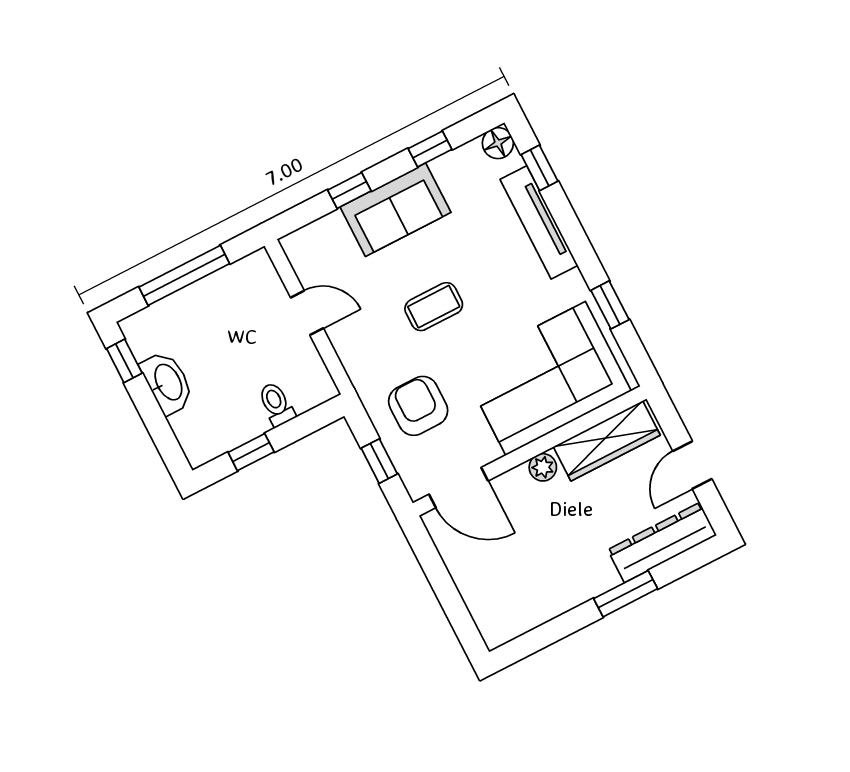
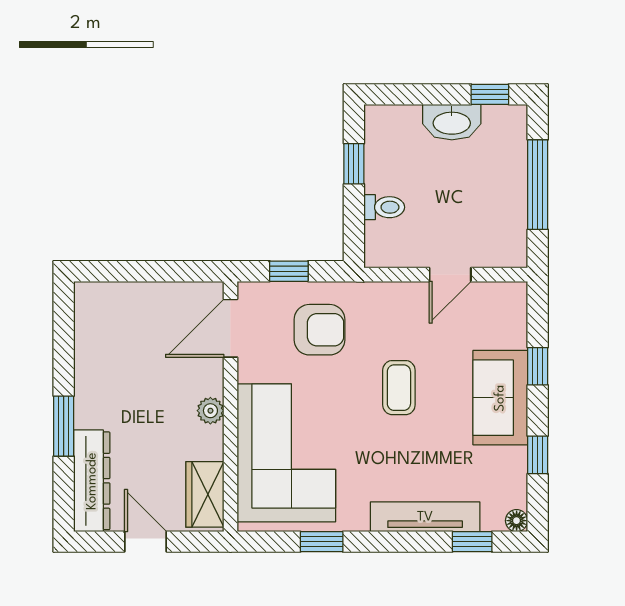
floor lamp: (498, 143) -> (517, 521), width x0.73, depth x0.73
wardrobe: (607, 441) -> (205, 494), width x0.67

